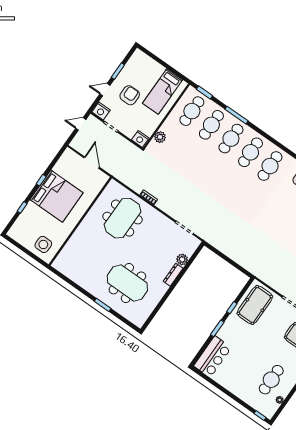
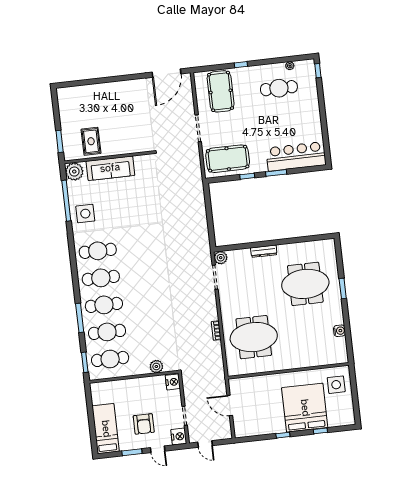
bed: (162, 91) -> (106, 429), moved, turned -90
armchair: (130, 95) -> (144, 424), turned -90
door: (92, 163) -> (230, 405), hinge flipped
bed: (57, 196) -> (305, 408), moved
plant: (182, 260) -> (221, 258), moved
water cooler: (77, 278) -> (339, 331), added
meeting table: (127, 283) -> (305, 284), turned 90
bar counter: (213, 357) -> (296, 156), width x1.36

